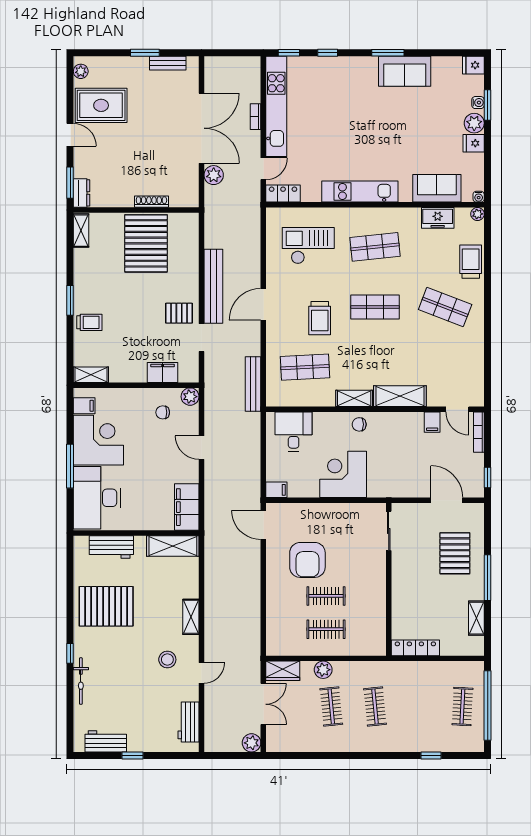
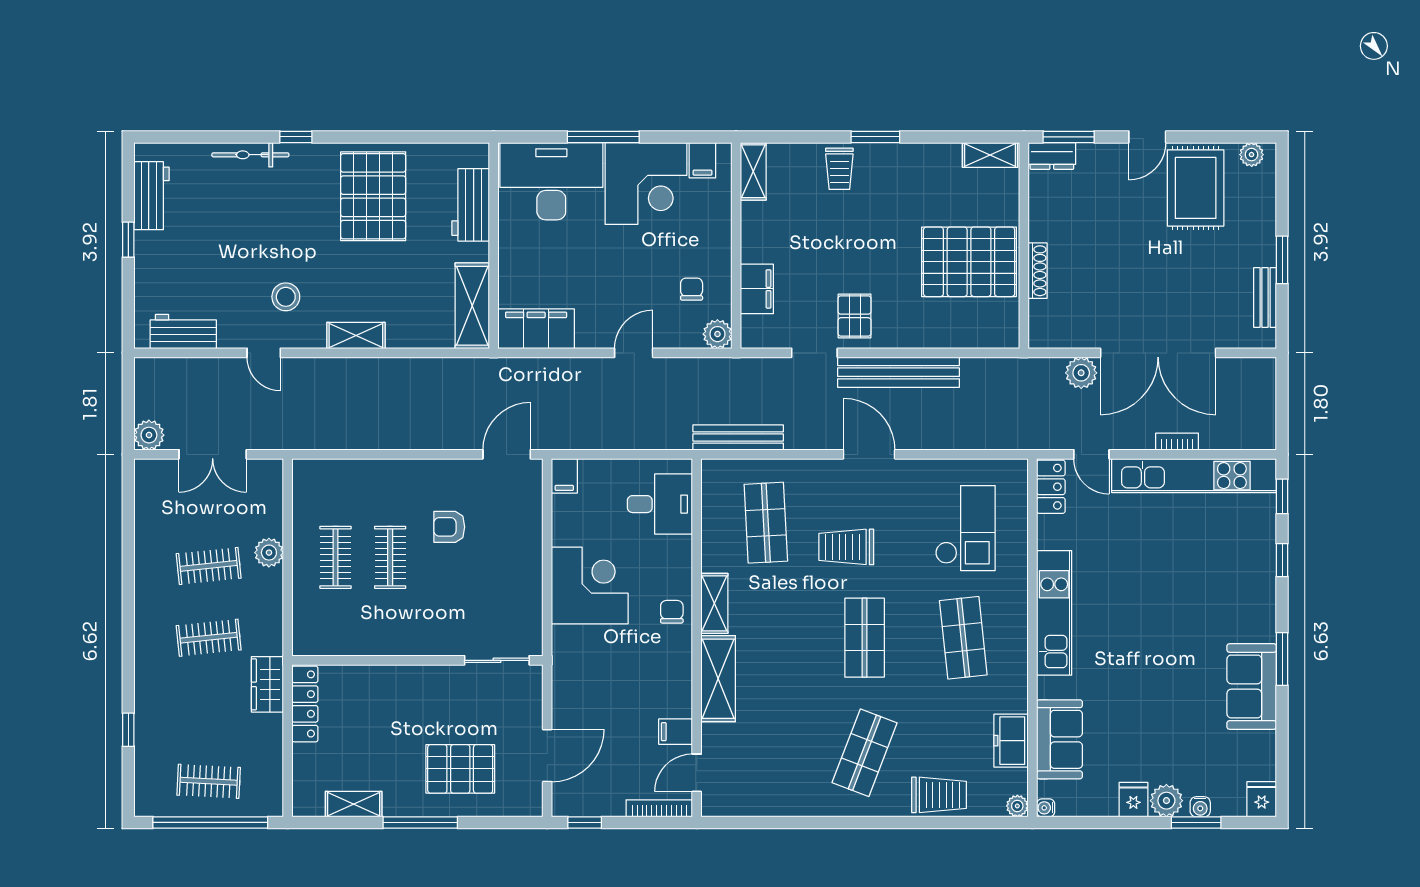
armchair: (307, 560) -> (449, 527), width x0.53, depth x0.53
wardrobe: (283, 671) -> (267, 684), moved

